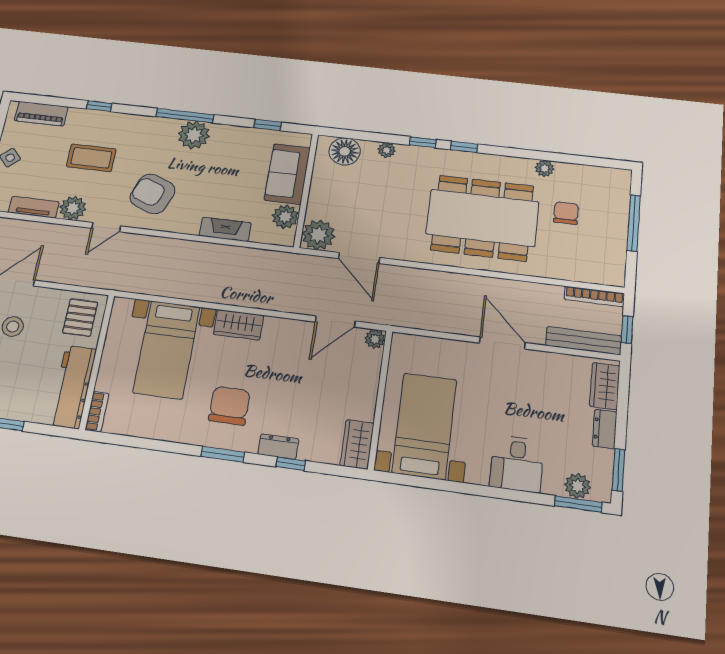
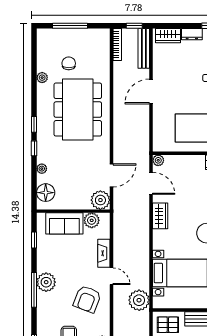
chair: (566, 213) -> (69, 63), turned 90
door: (106, 227) -> (112, 276), moved
plant: (133, 276) -> (139, 300), added
wardrobe: (239, 325) -> (160, 216), moved

